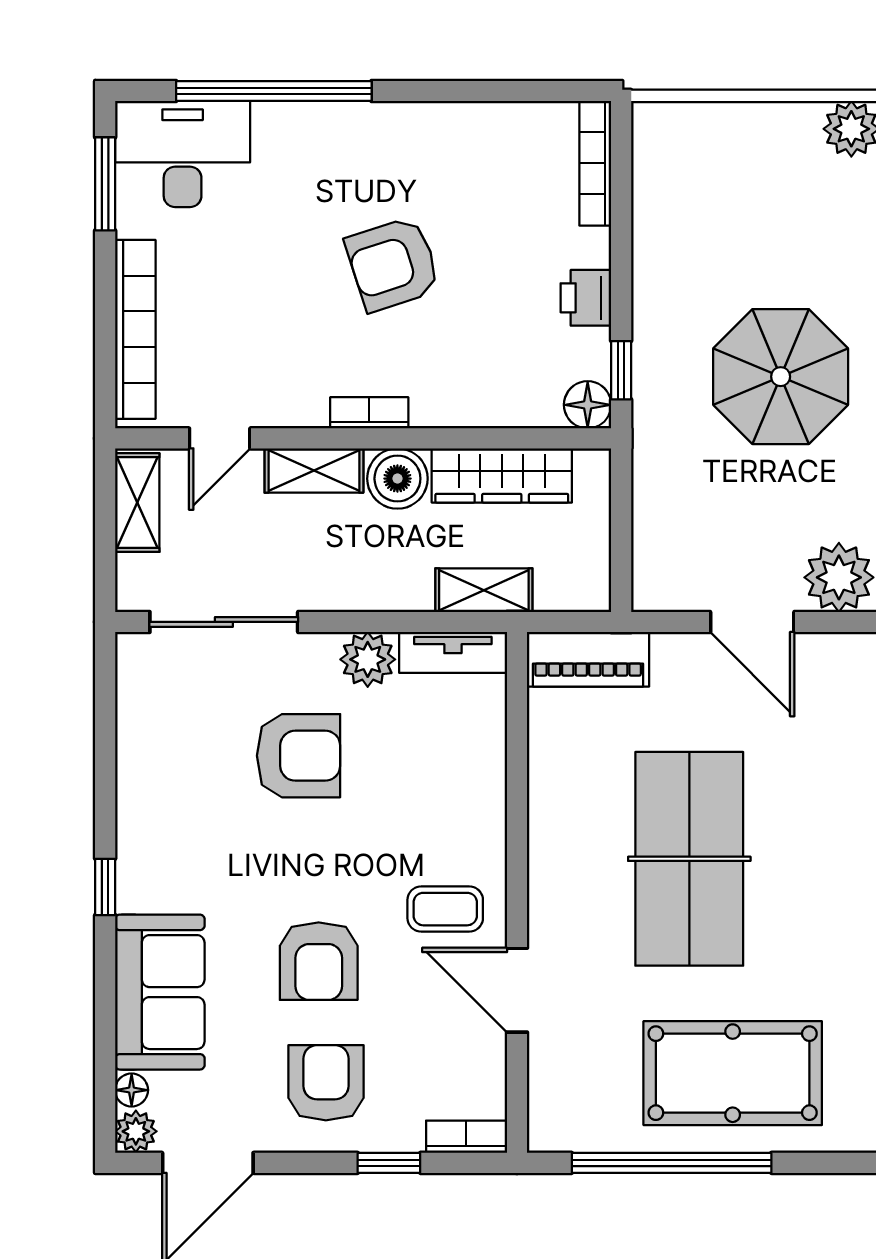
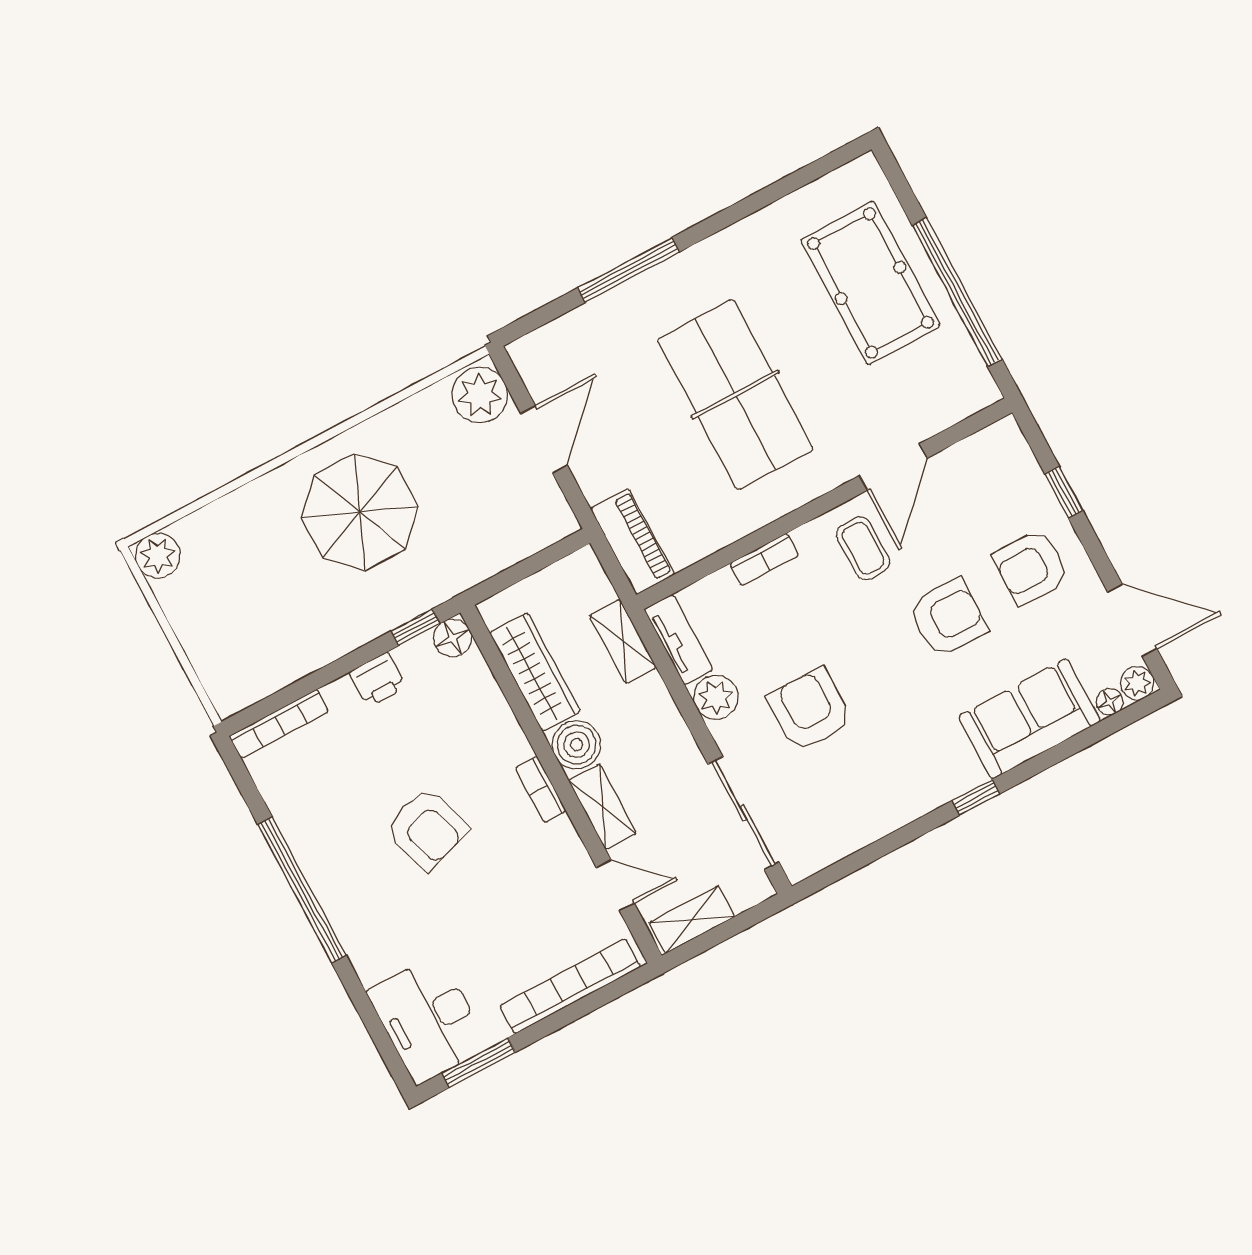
window: (274, 91) -> (302, 890), moved
table tennis table: (689, 859) -> (735, 395), turned 90
bookcase: (466, 1137) -> (764, 559), moved, turned -90

